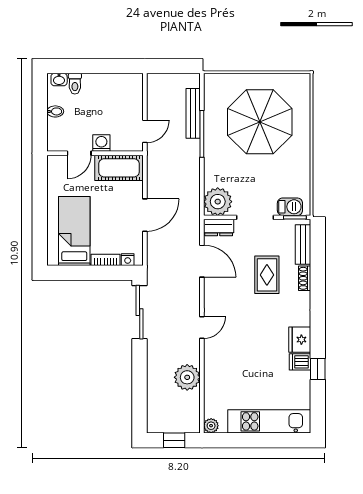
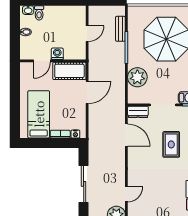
bench: (193, 113) -> (120, 29), width x0.73
door: (145, 131) -> (87, 34), moved
plant: (218, 202) -> (137, 77), moved
door: (145, 215) -> (87, 92), moved
sliding door: (140, 312) -> (84, 184), moved
door: (202, 327) -> (126, 194), moved

